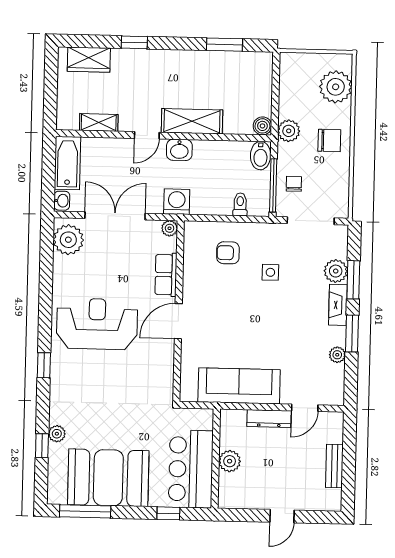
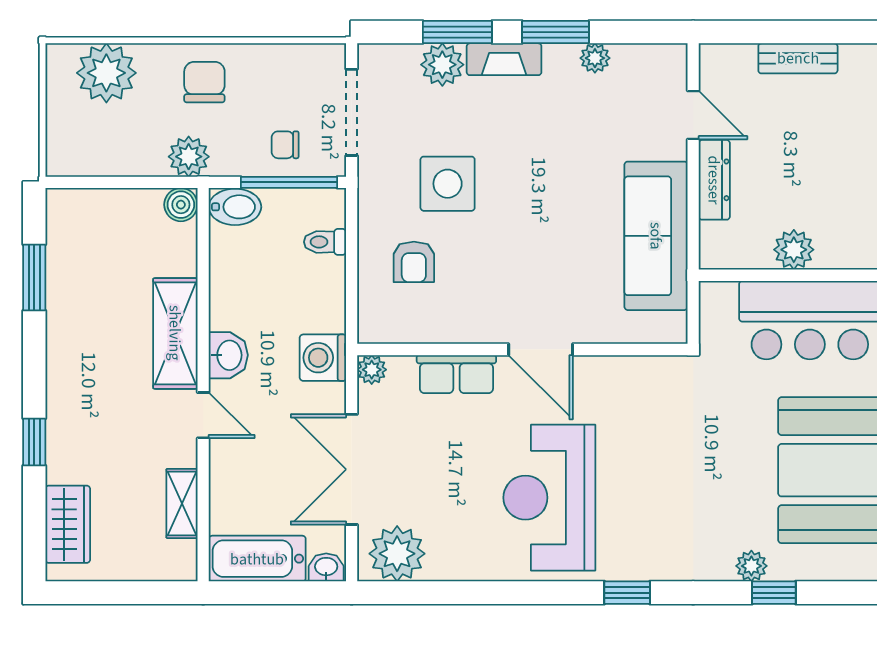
side table: (270, 272) -> (448, 184), width x1.87, depth x1.87

